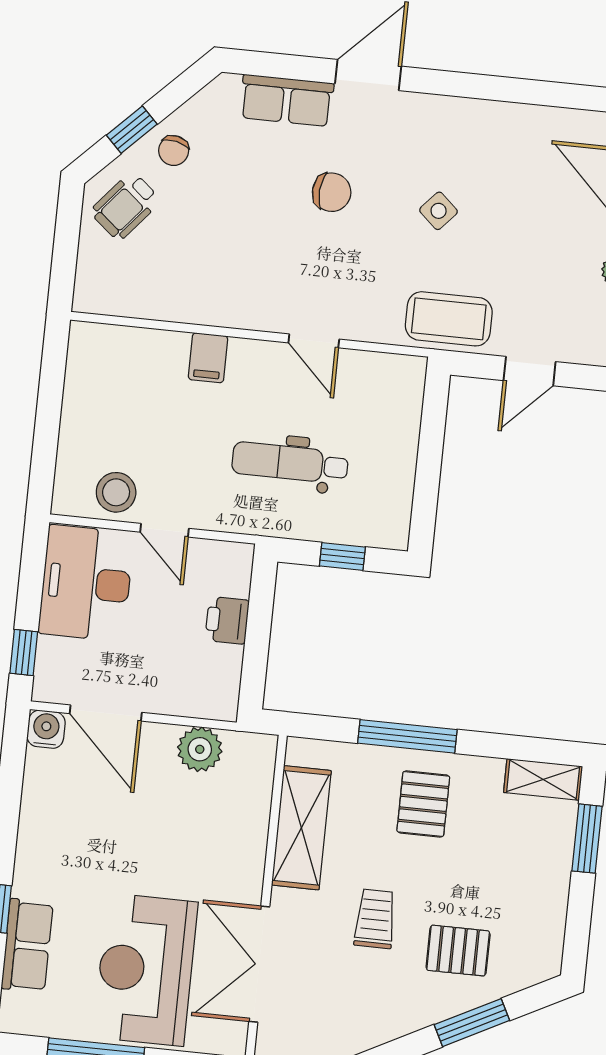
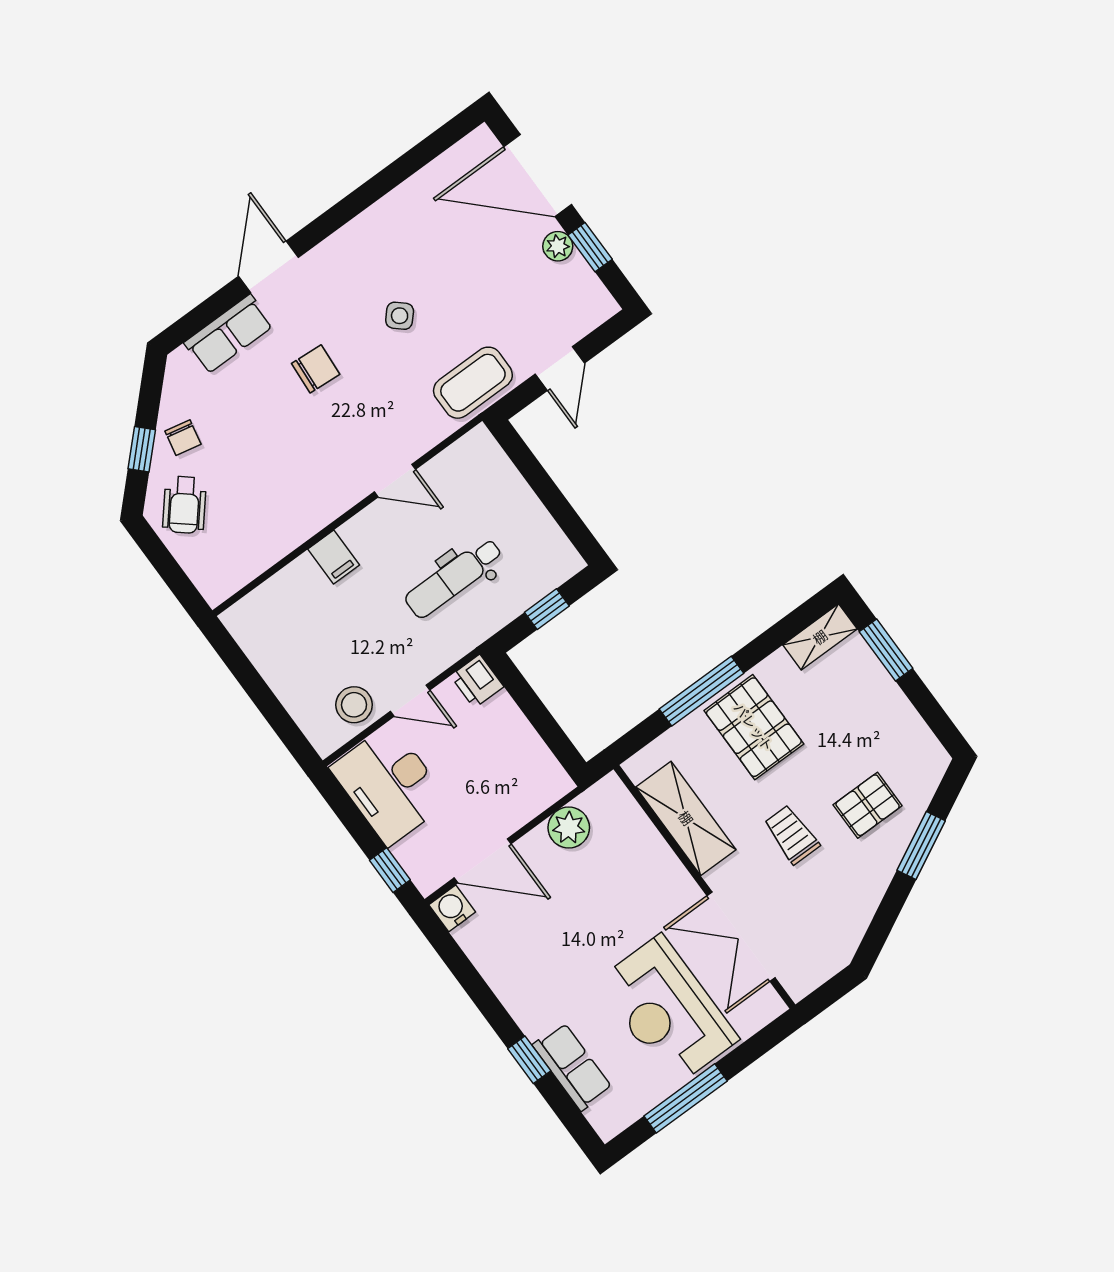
printer: (227, 620) -> (477, 681), moved
pallet: (423, 804) -> (754, 727), width x1.50, depth x1.42

